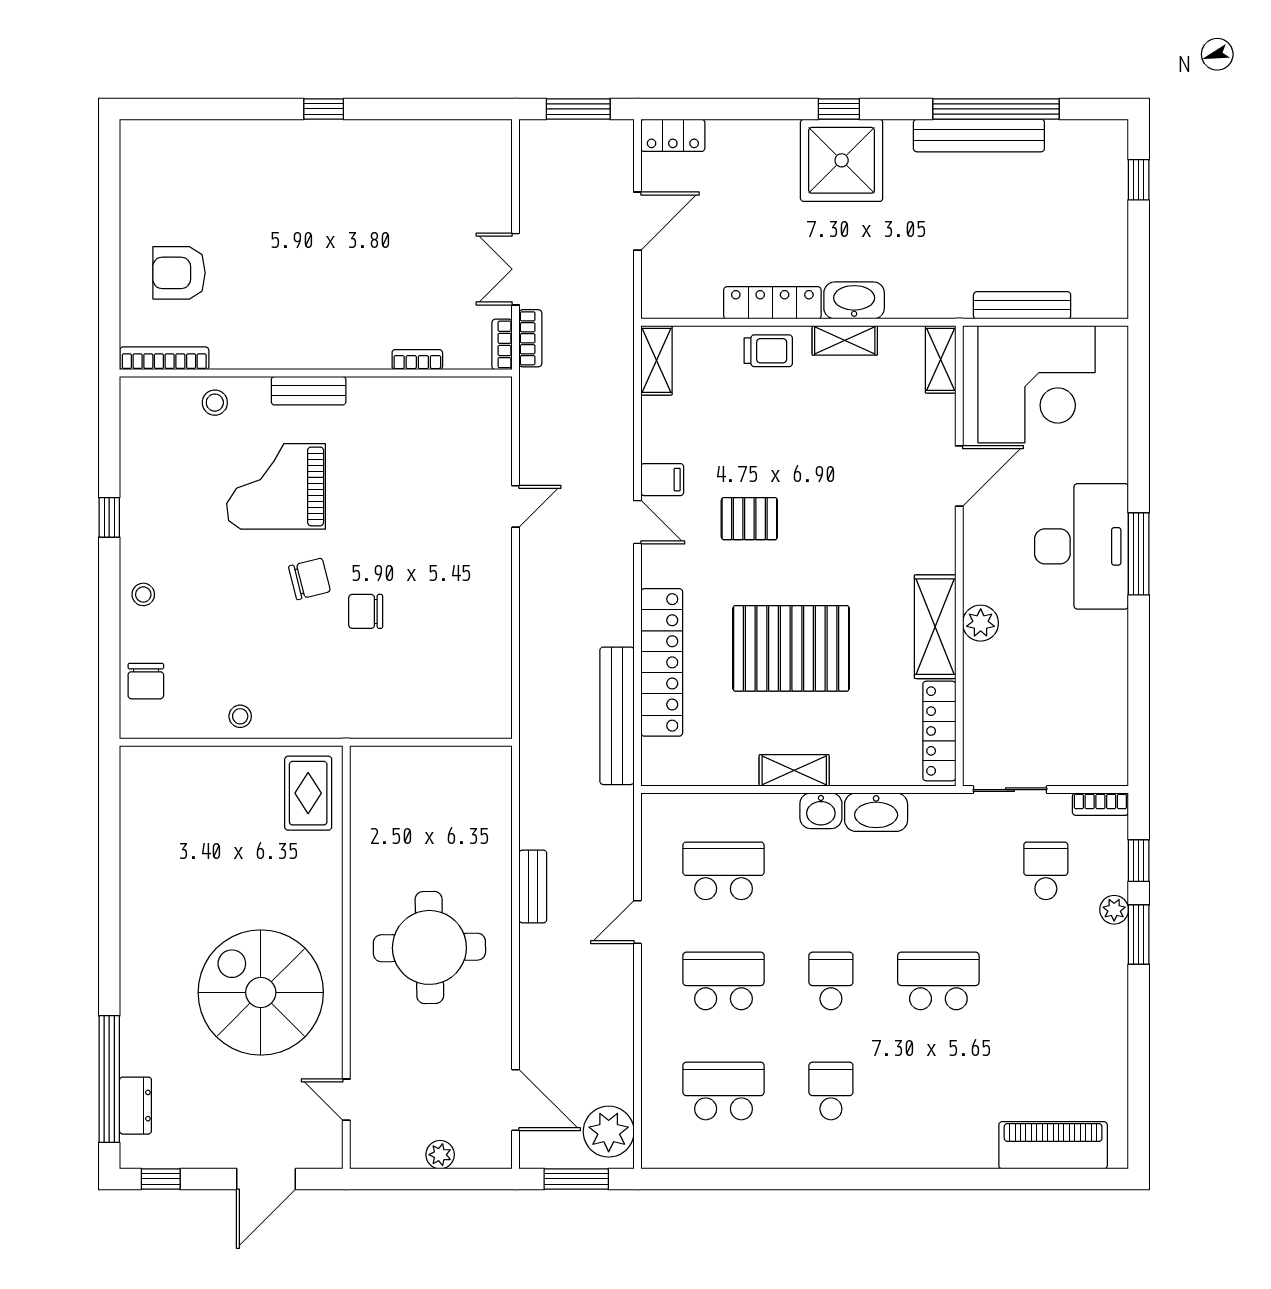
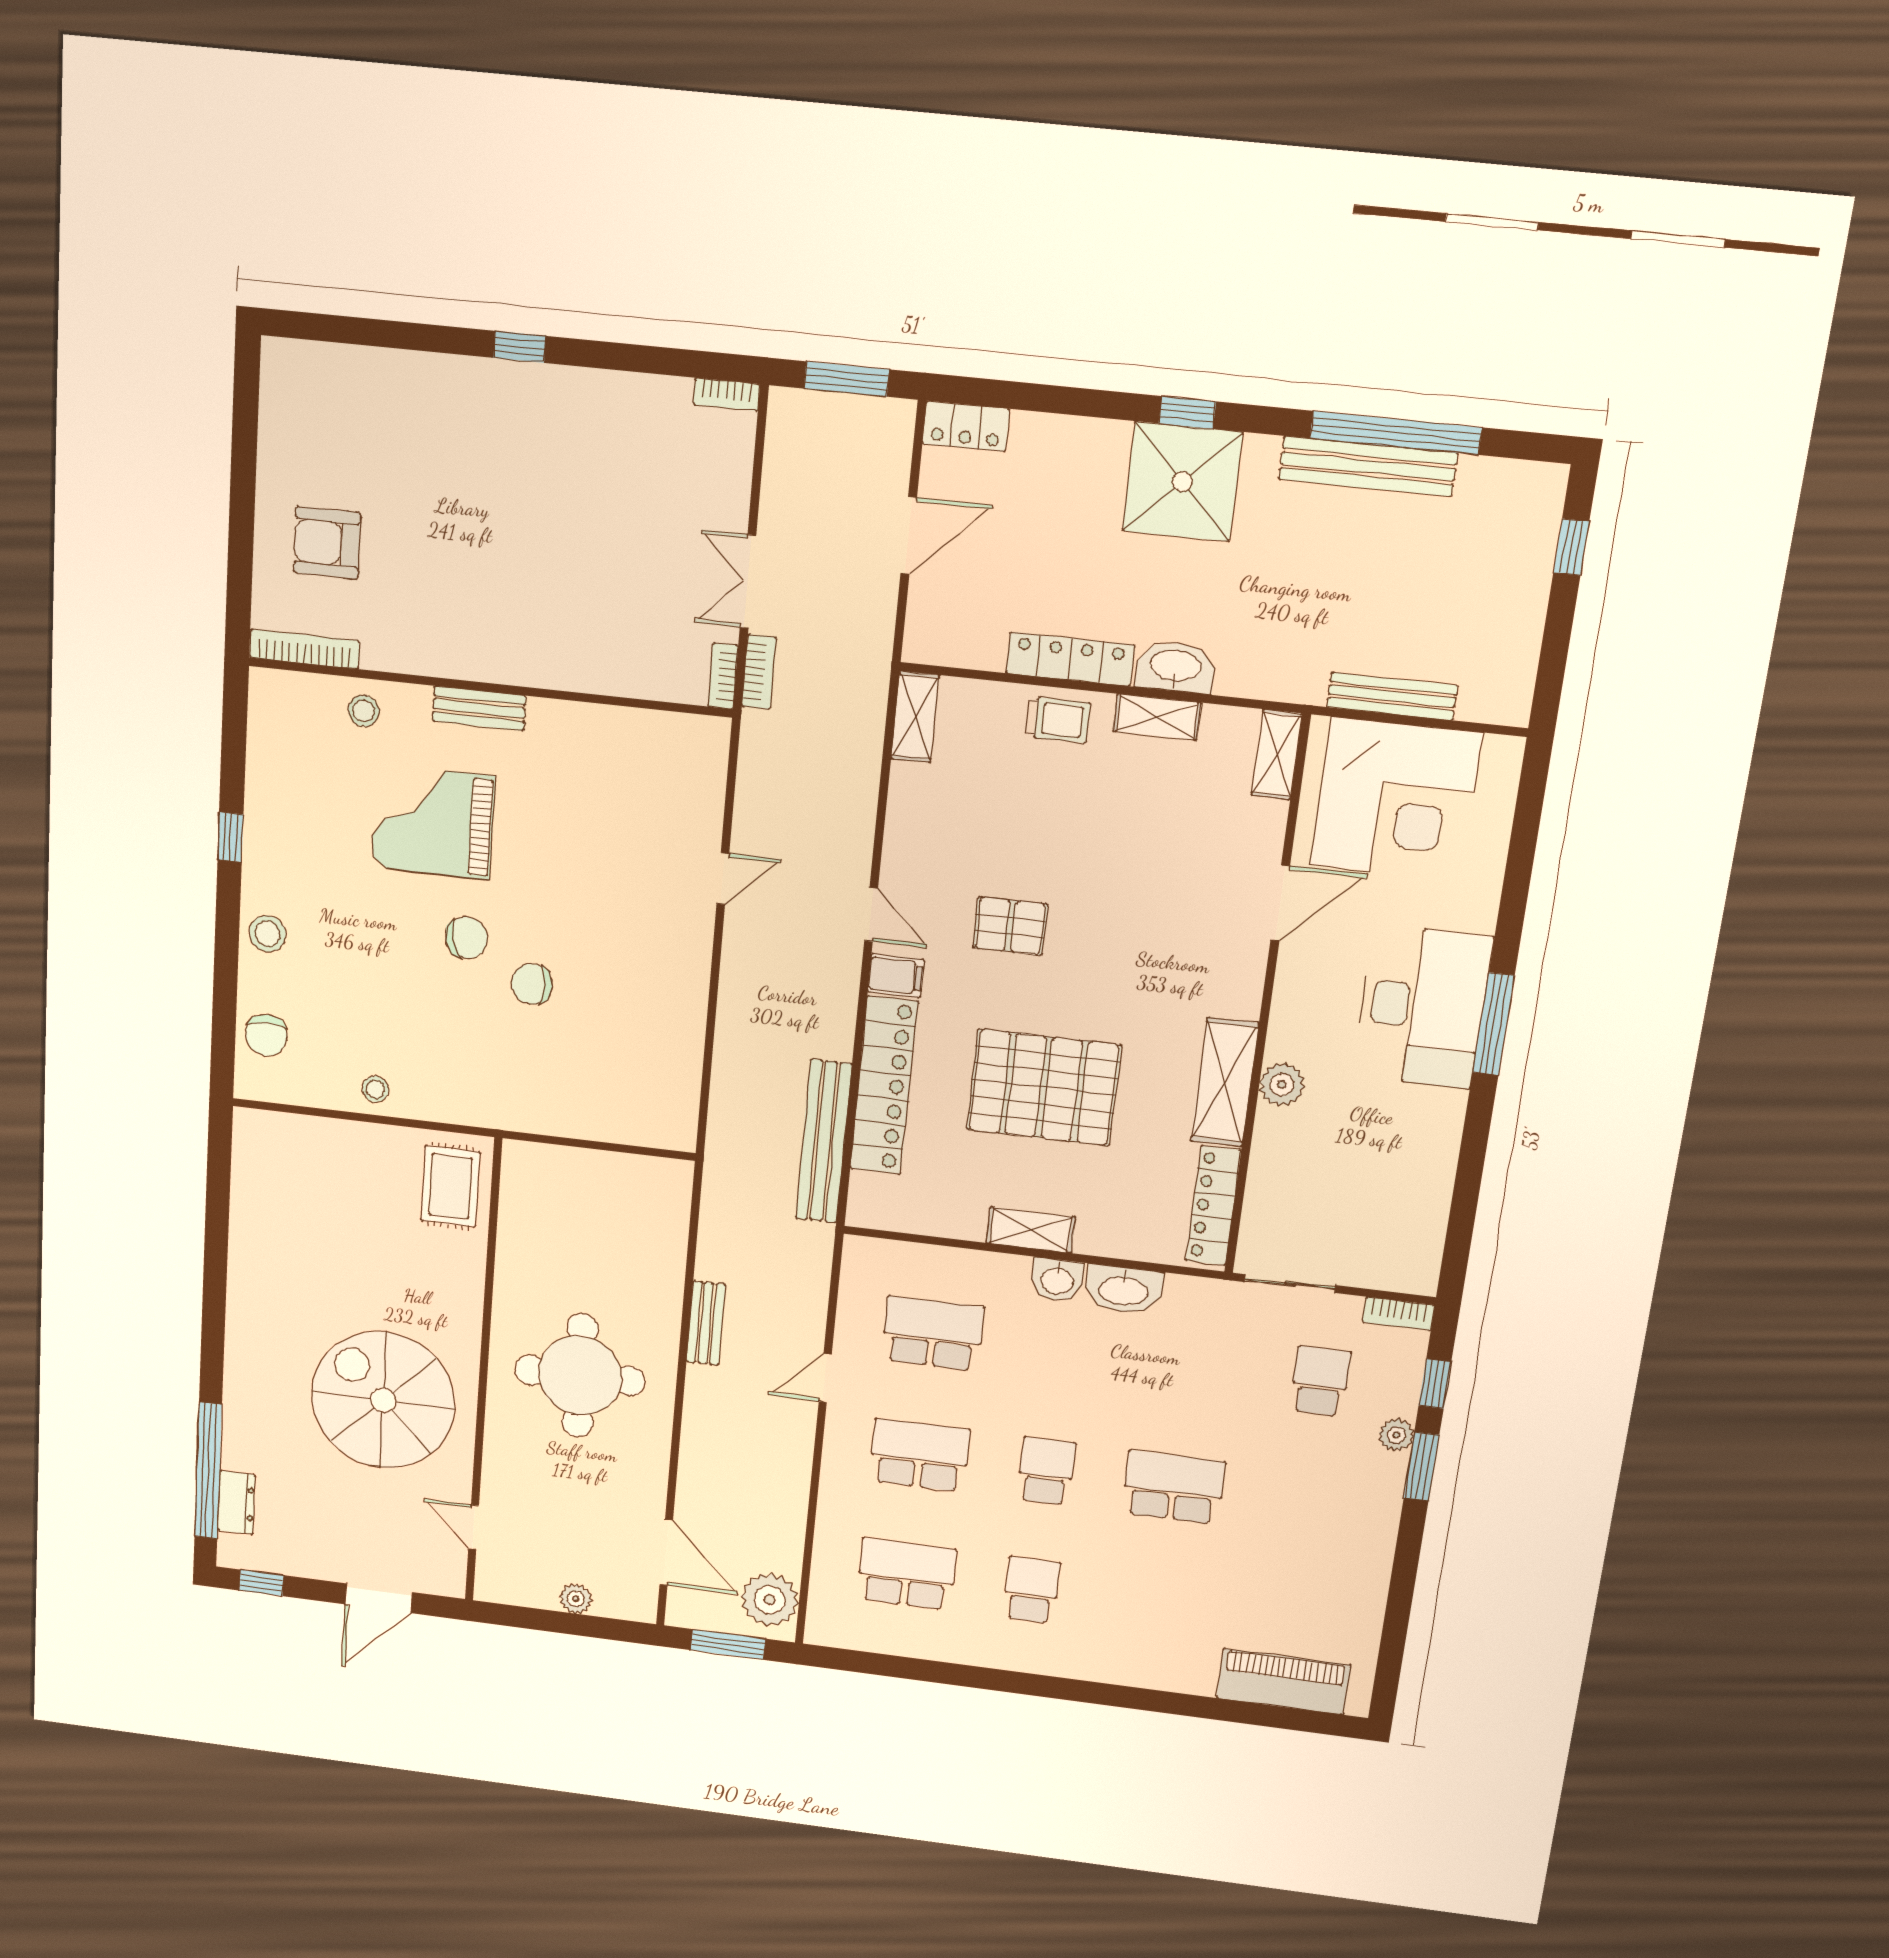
bookcase: (417, 360) -> (727, 394), moved, turned 180
filing cabinet: (662, 480) -> (896, 976), moved
stool: (143, 594) -> (267, 934), width x1.37, depth x1.37

